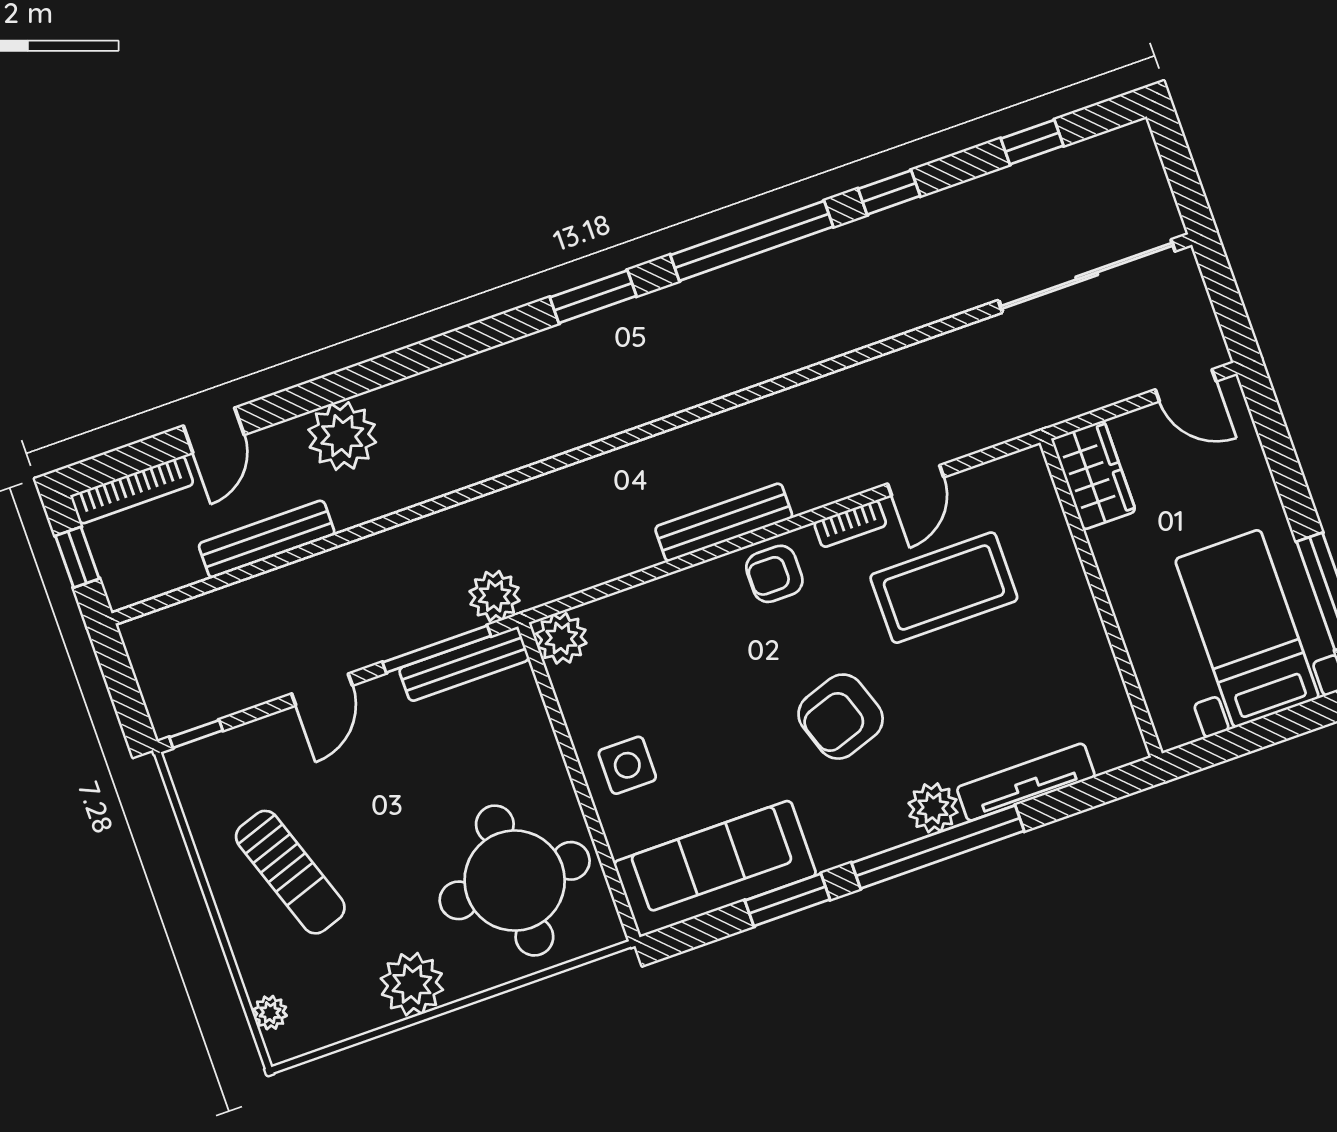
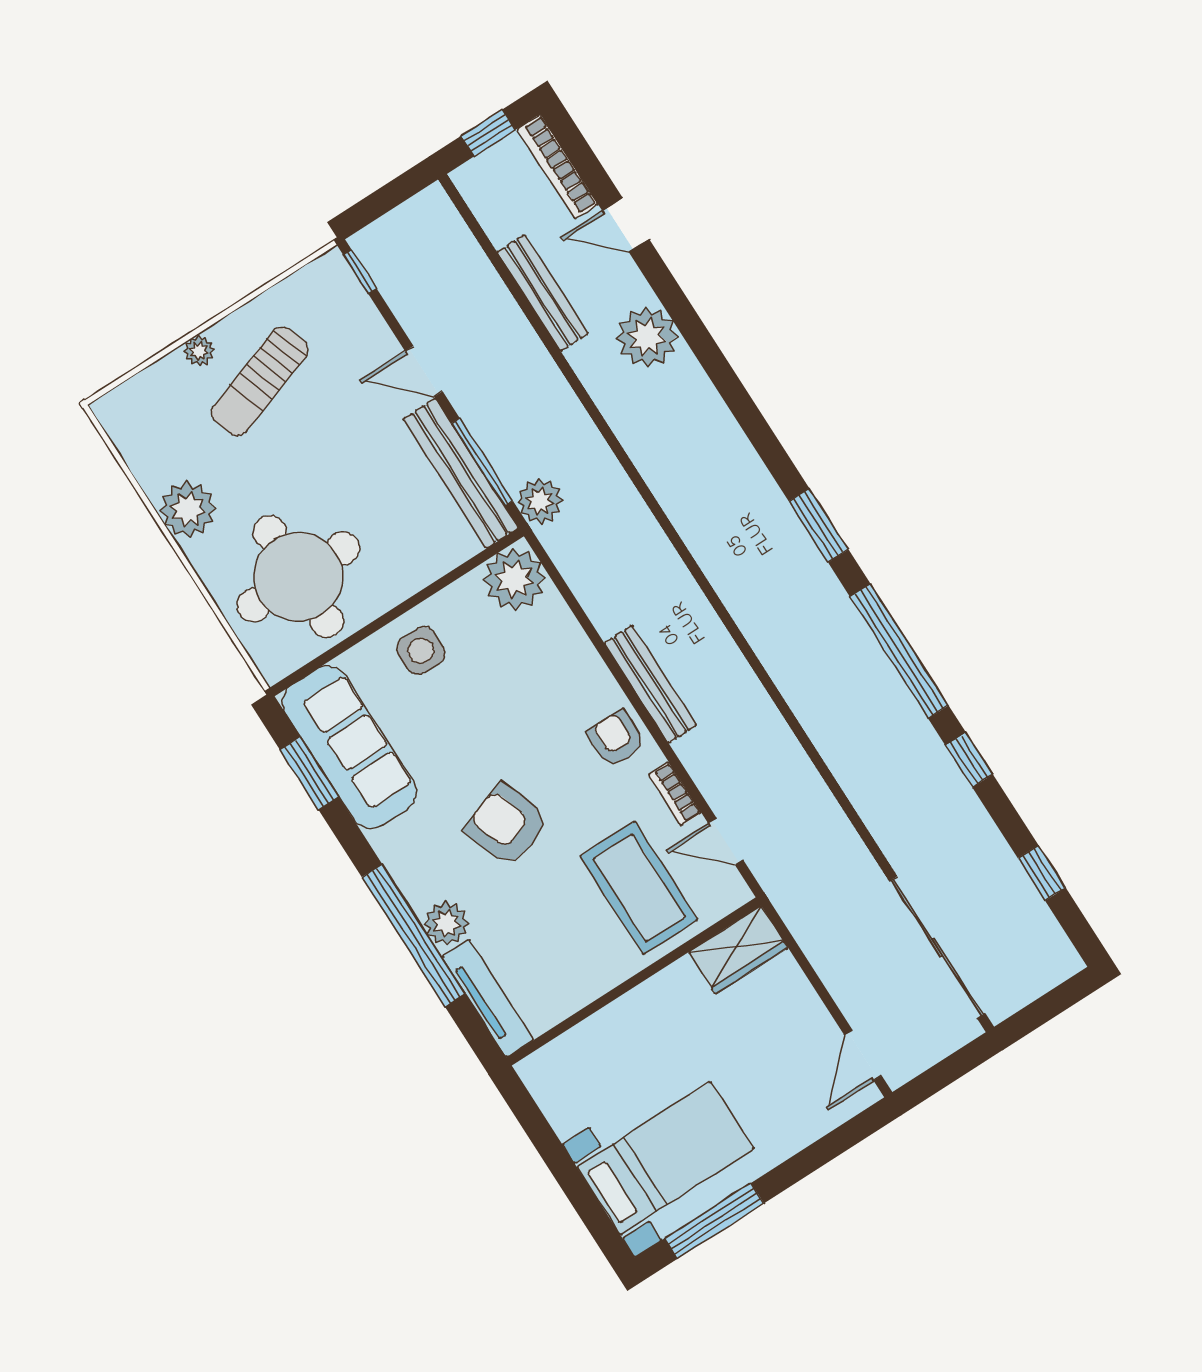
wardrobe: (1093, 475) -> (738, 950), moved
wall: (1101, 598) -> (634, 982), moved
plant: (561, 638) -> (515, 579), width x1.36, depth x1.36
bench: (464, 664) -> (461, 473), width x1.37, depth x1.21
window: (787, 900) -> (309, 773), moved
plant: (270, 1013) -> (199, 351), moved

